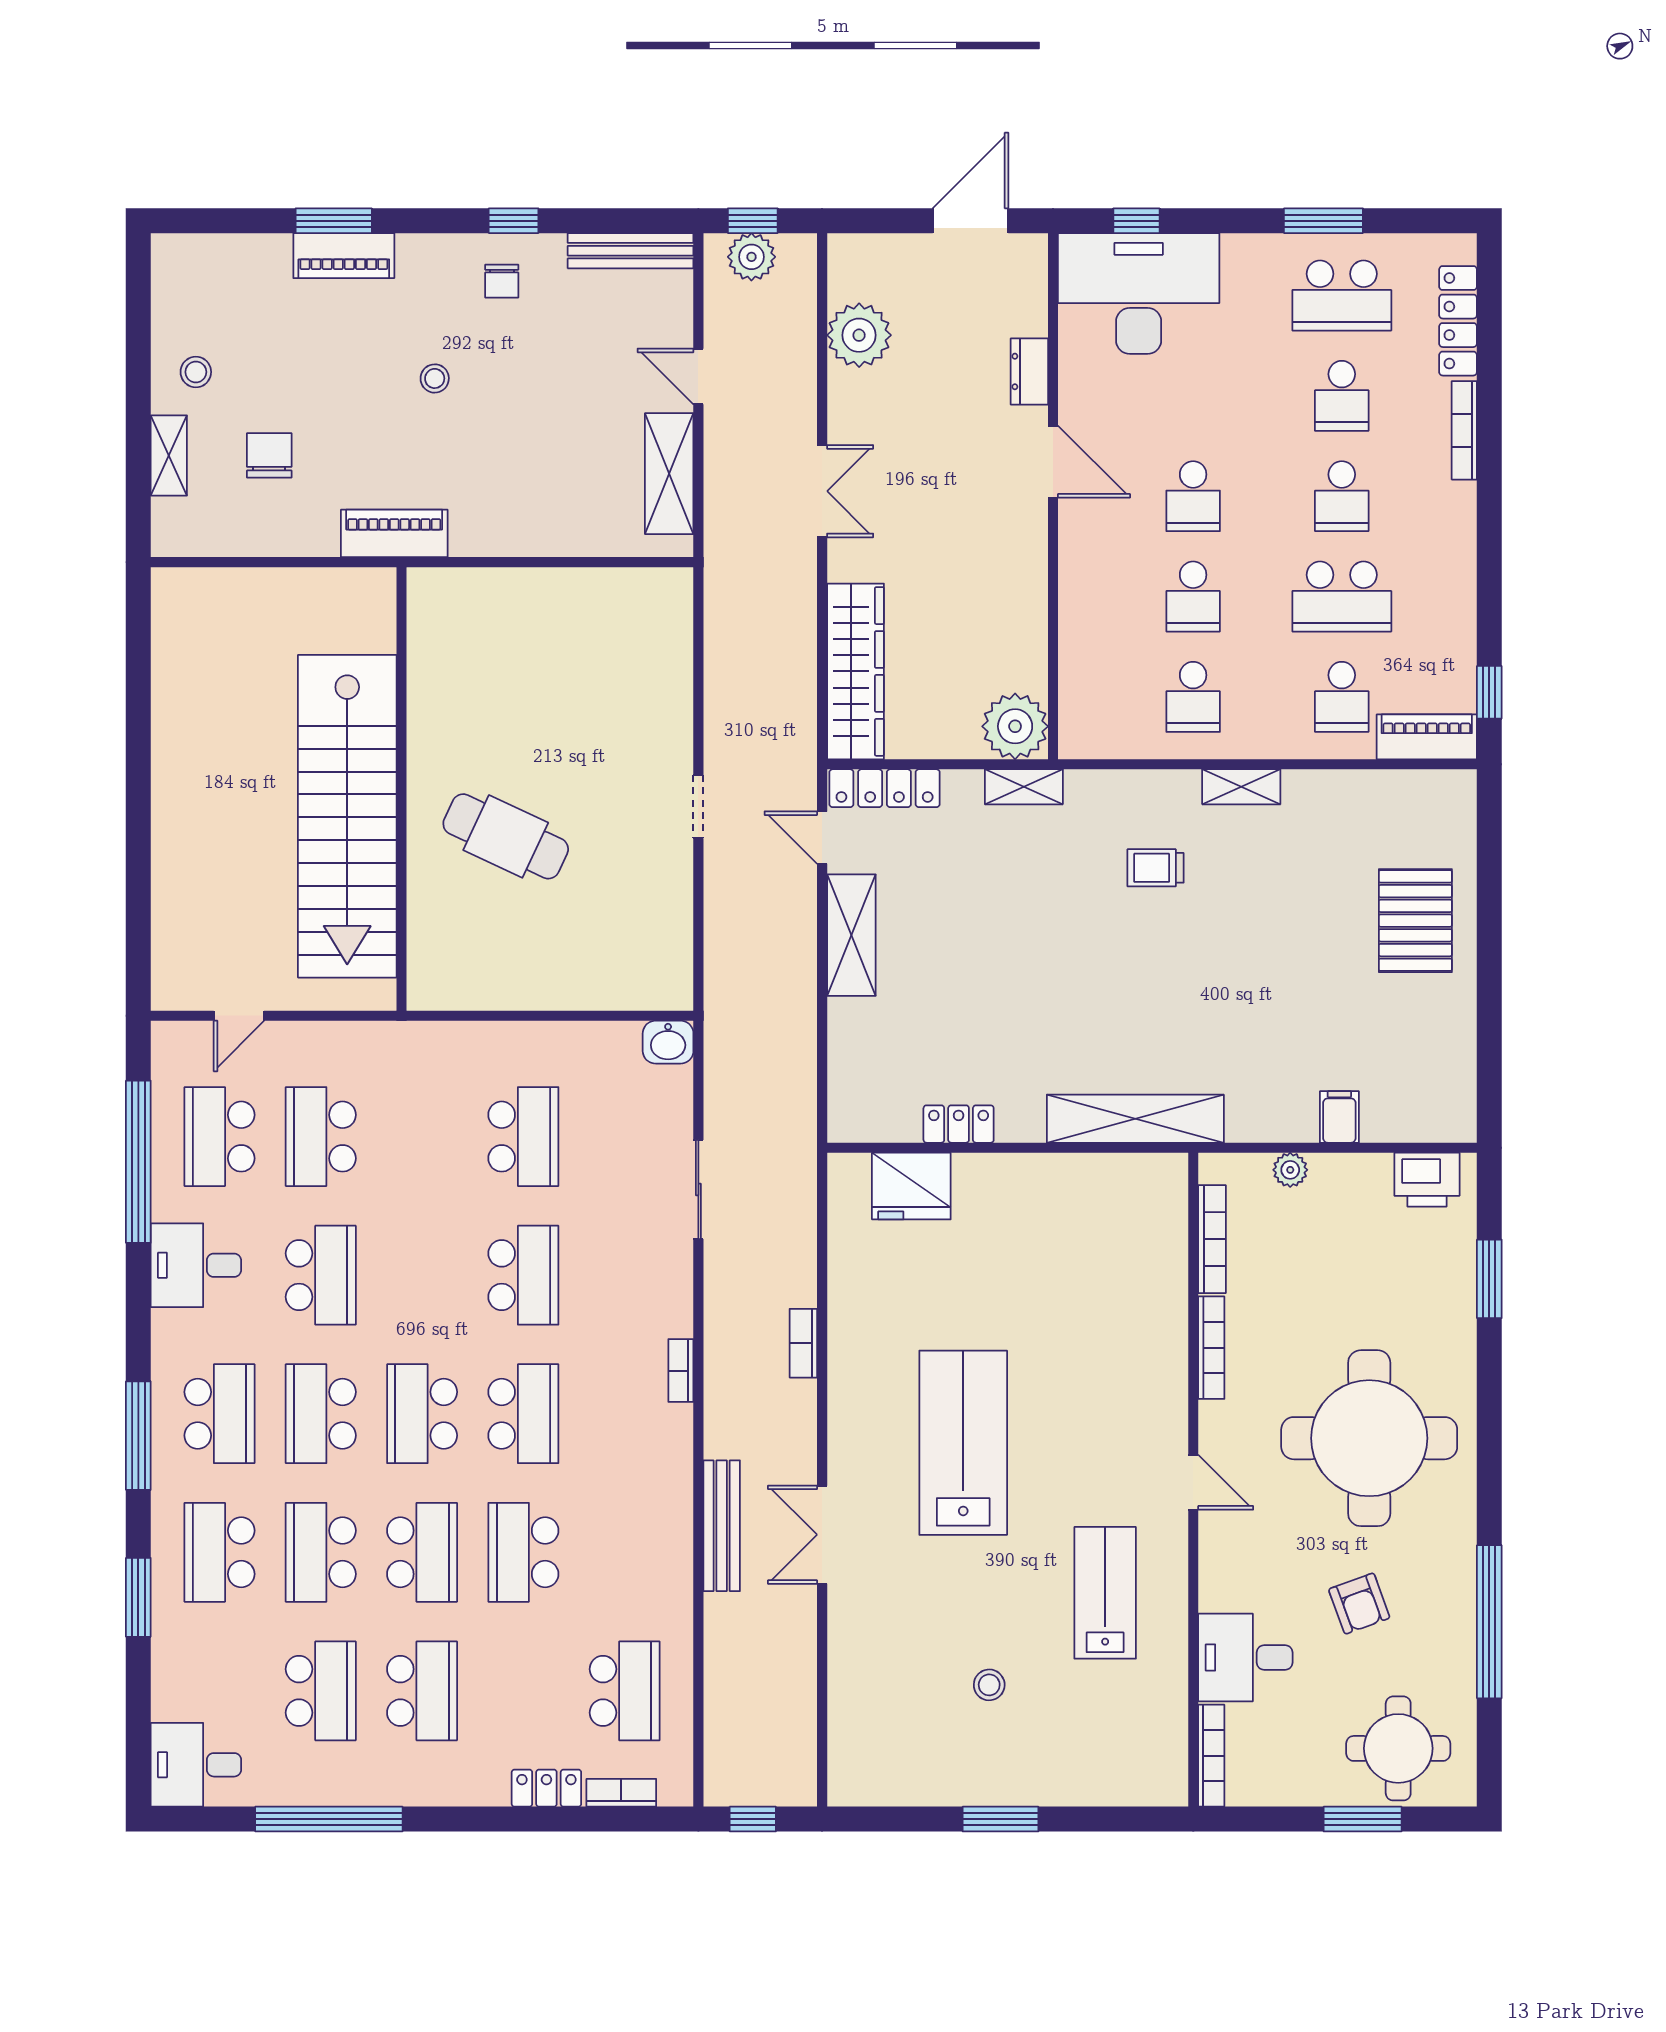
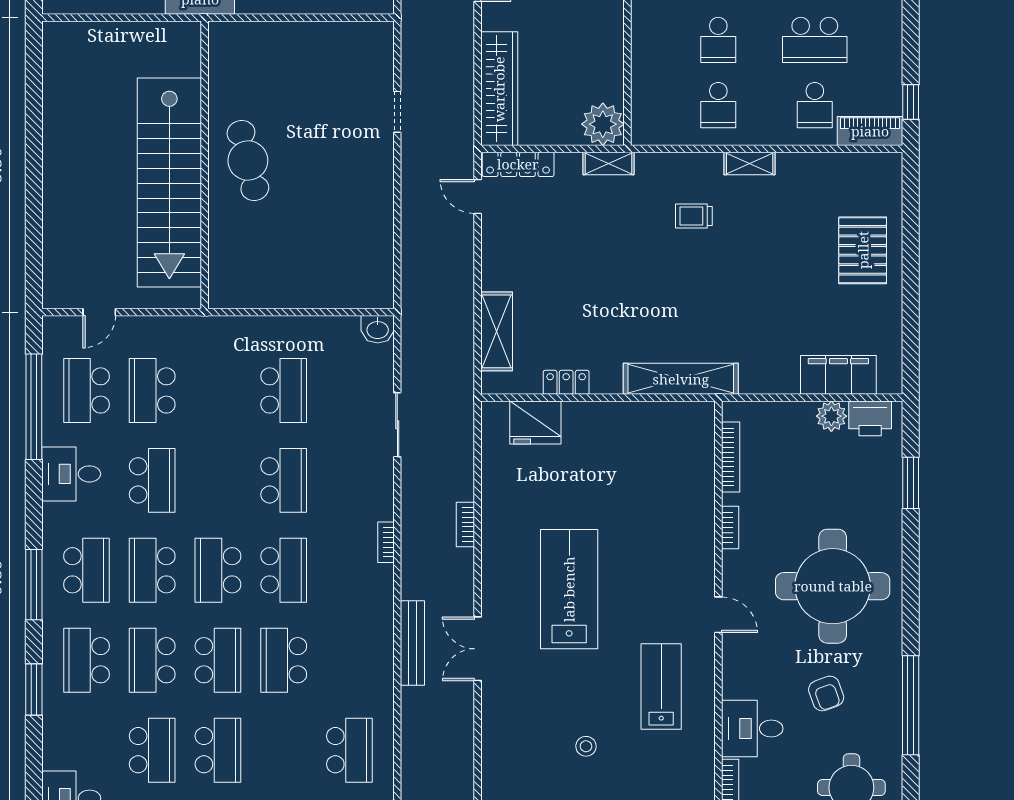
doorway: (698, 807) -> (397, 112), moved
cafe table: (506, 836) -> (248, 161), moved, turned 51
shelving: (851, 935) -> (497, 331), moved
filing cabinet: (1339, 1117) -> (838, 375), width x3.00, depth x1.17
plant: (1290, 1170) -> (831, 416), moved, width x1.38, depth x1.38
bookcase: (1211, 1348) -> (730, 527), width x0.64

